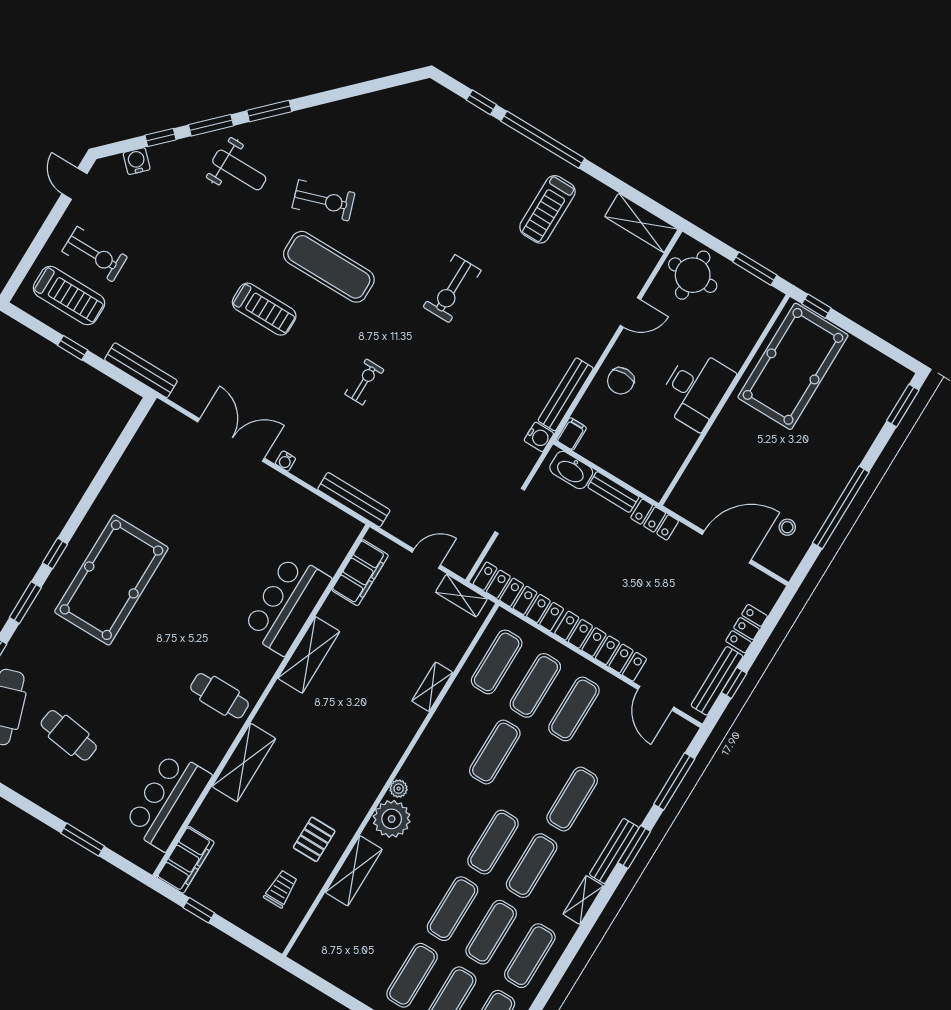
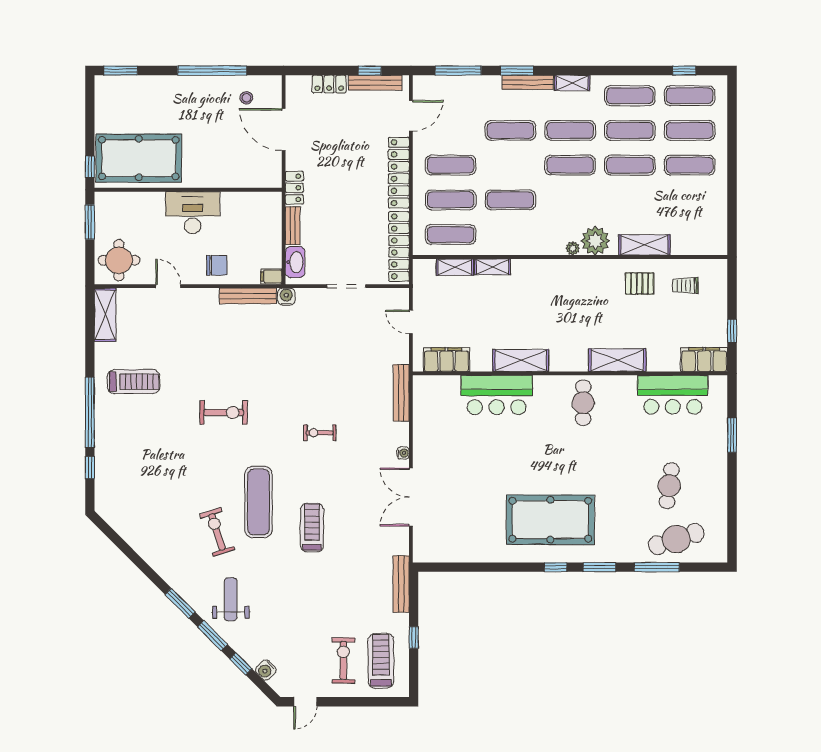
shelving: (461, 596) -> (455, 267), moved, turned 90

